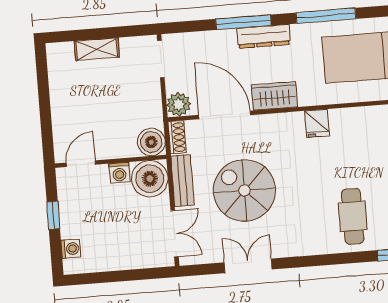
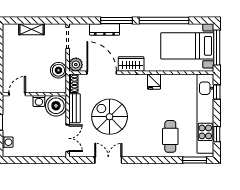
window: (326, 16) -> (164, 20), width x1.46
dresser: (264, 36) -> (104, 29), moved
boiler: (151, 142) -> (58, 70), moved

